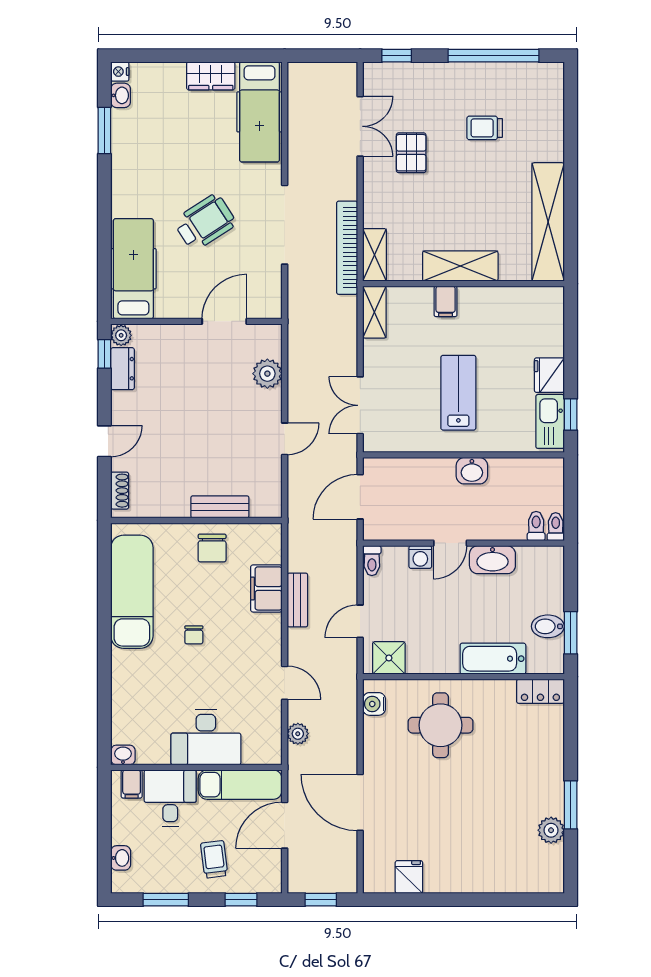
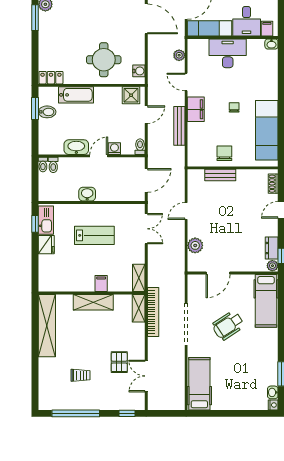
wardrobe: (211, 76) -> (225, 403), removed
lab bench: (458, 393) -> (94, 235), turned -90
filing cabinet: (266, 588) -> (196, 109), moved
bench: (297, 600) -> (179, 126), width x1.36

